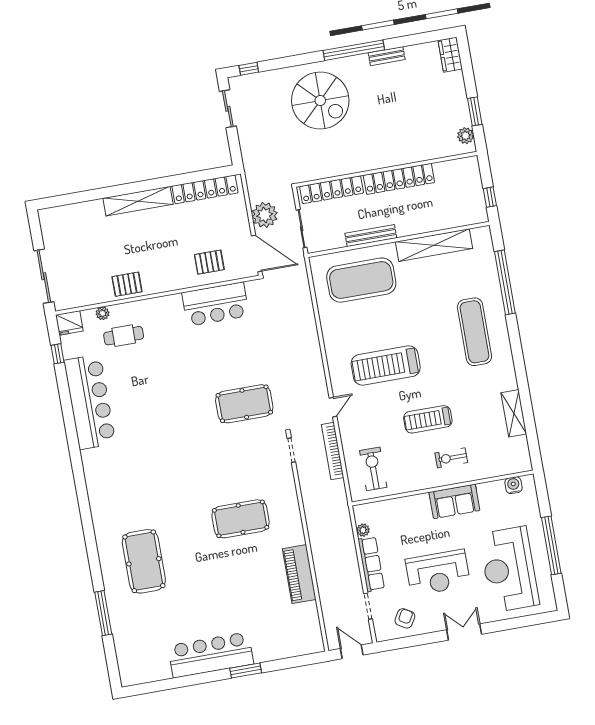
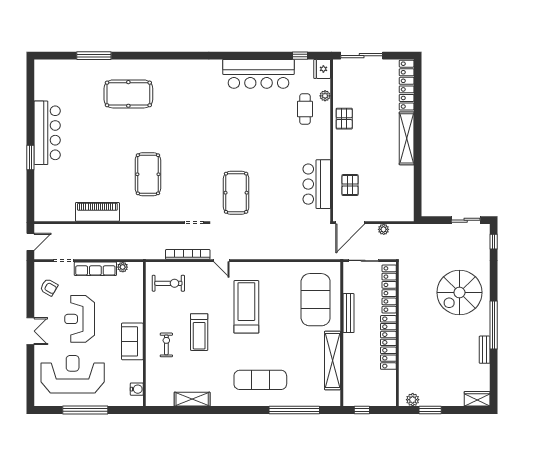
locker: (205, 189) -> (407, 85), moved
plant: (265, 215) -> (384, 229), width x0.53, depth x0.53
treadmill: (428, 419) -> (199, 332), turned 180

